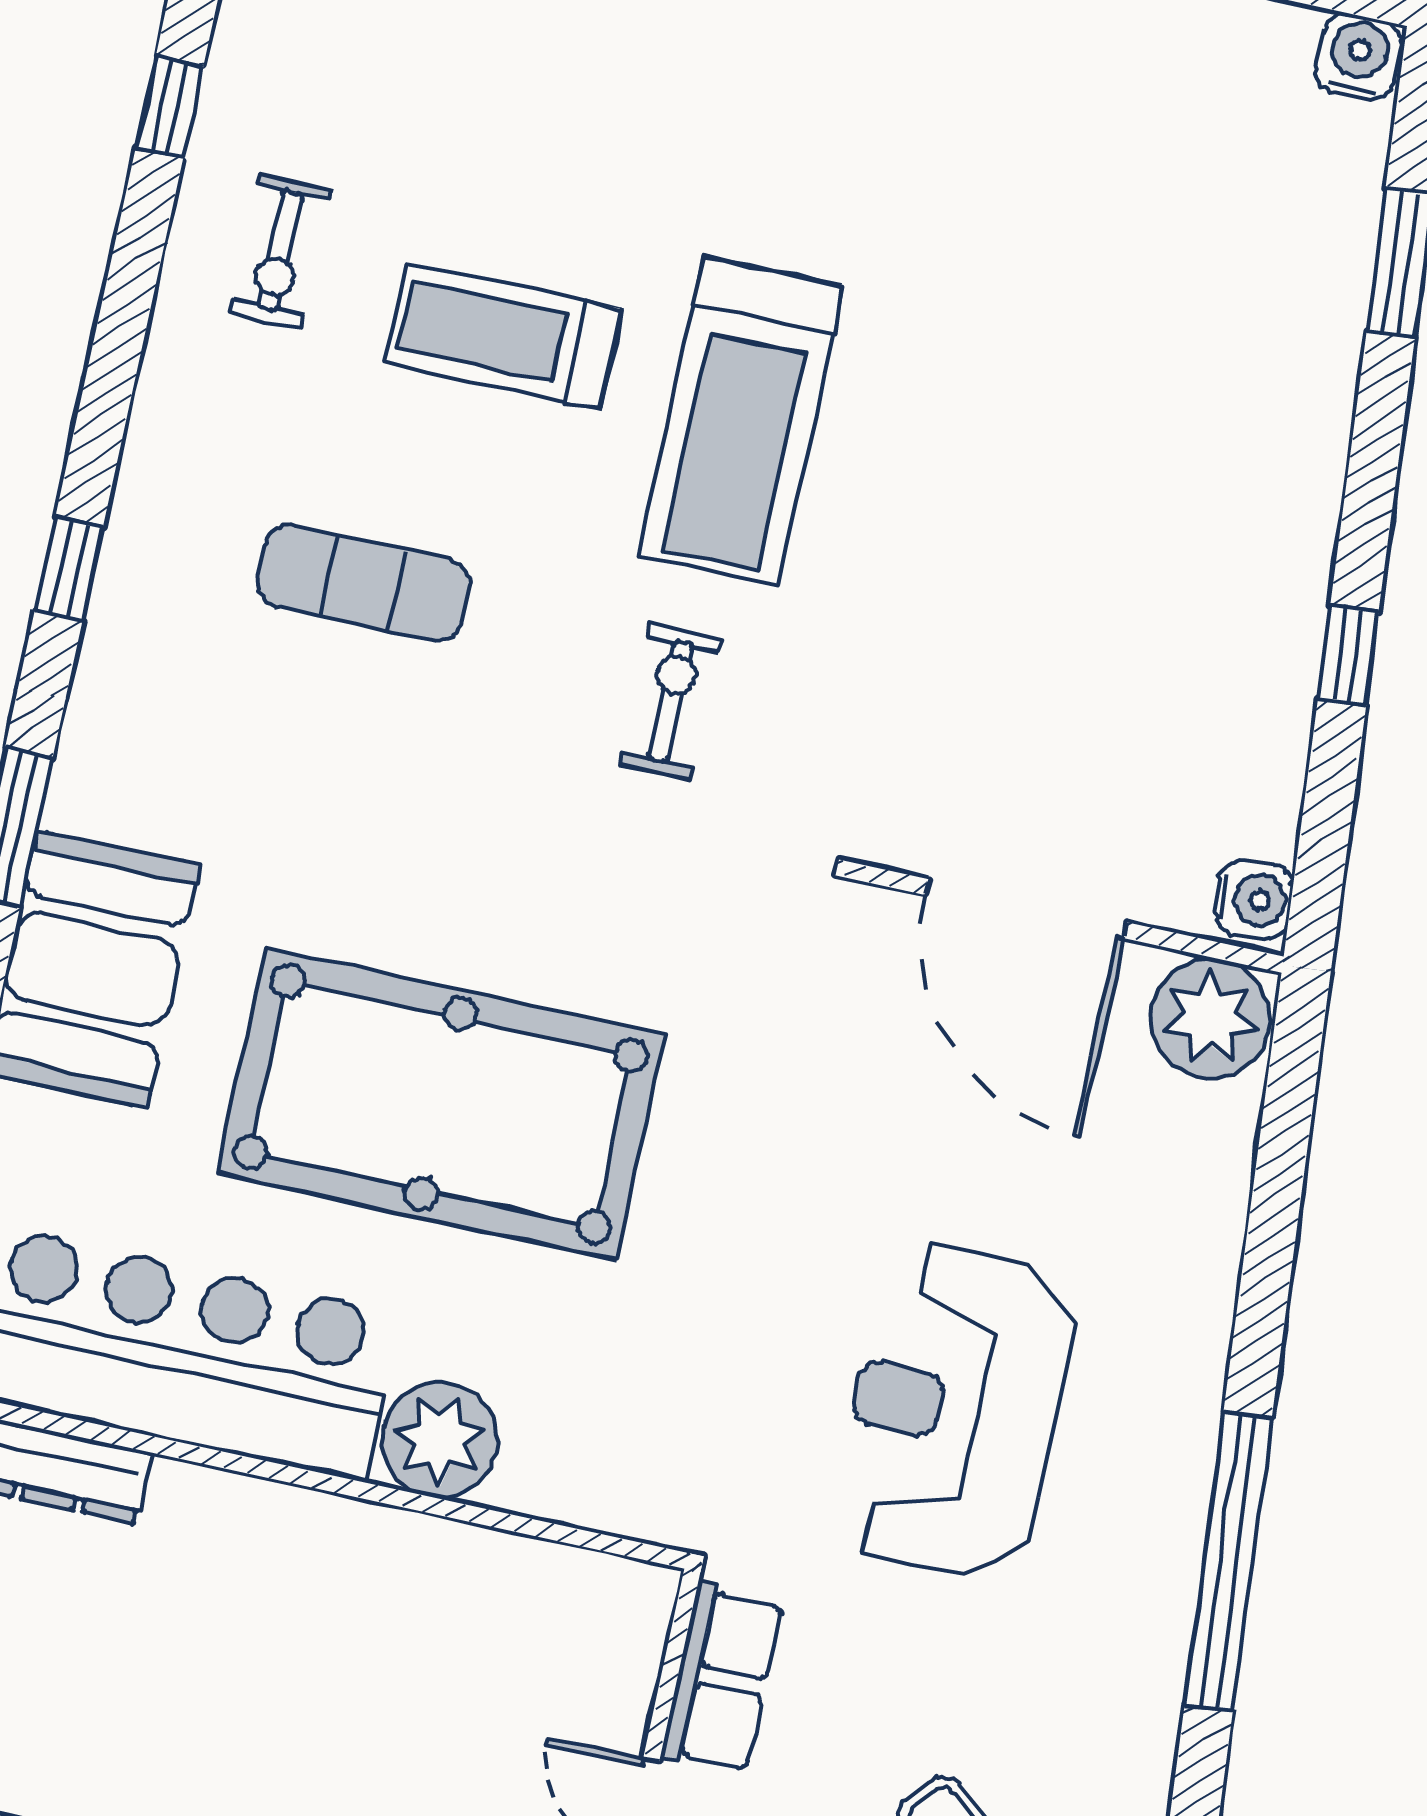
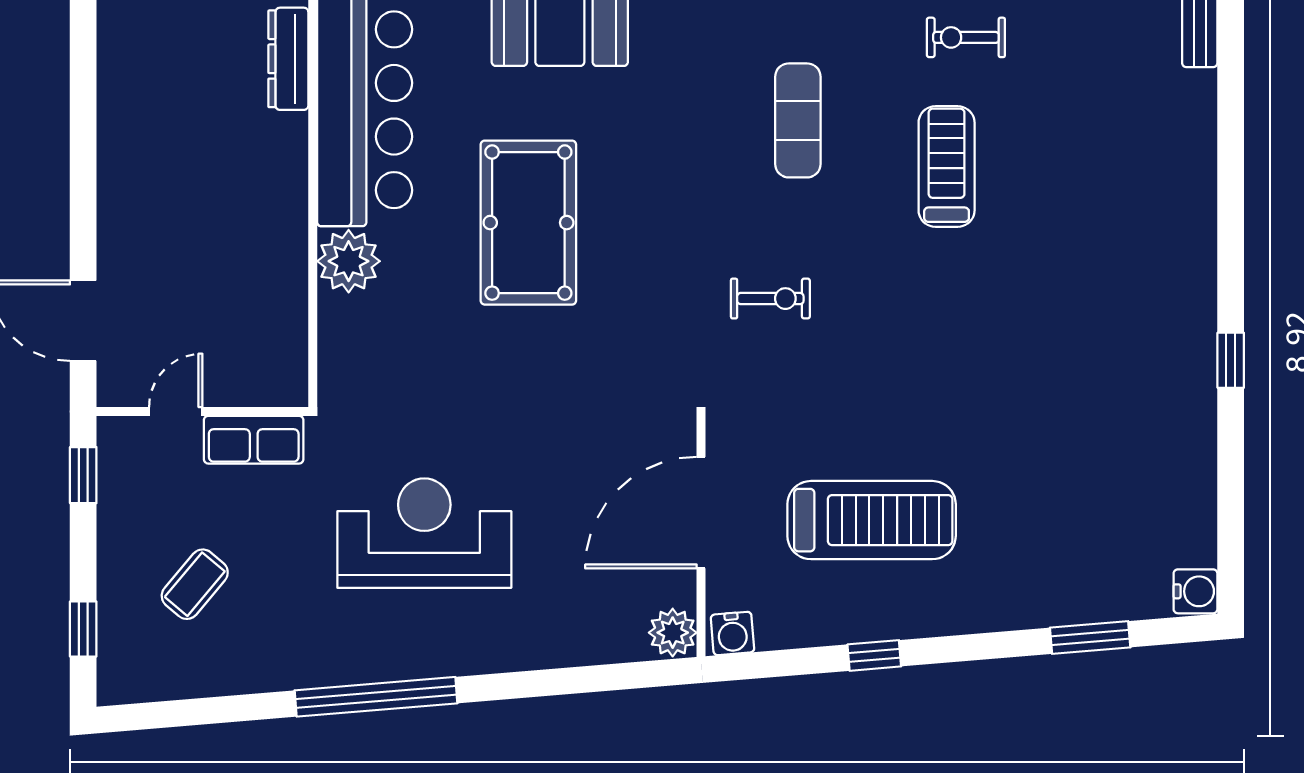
treadmill: (740, 421) -> (872, 520), moved, turned 180
plant: (1210, 1018) -> (673, 633), width x0.73, depth x0.73
pool table: (441, 1104) -> (528, 223), width x0.73, depth x0.76

